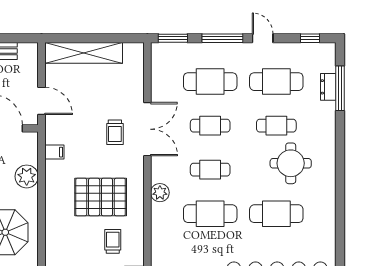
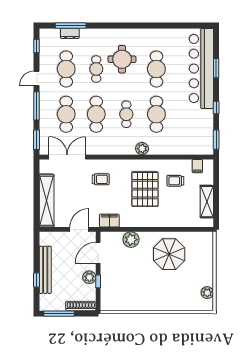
cafe table: (210, 126) -> (96, 114), width x1.37, depth x1.35
double door: (147, 129) -> (67, 157), moved
filing cabinet: (54, 152) -> (109, 221), width x2.00

